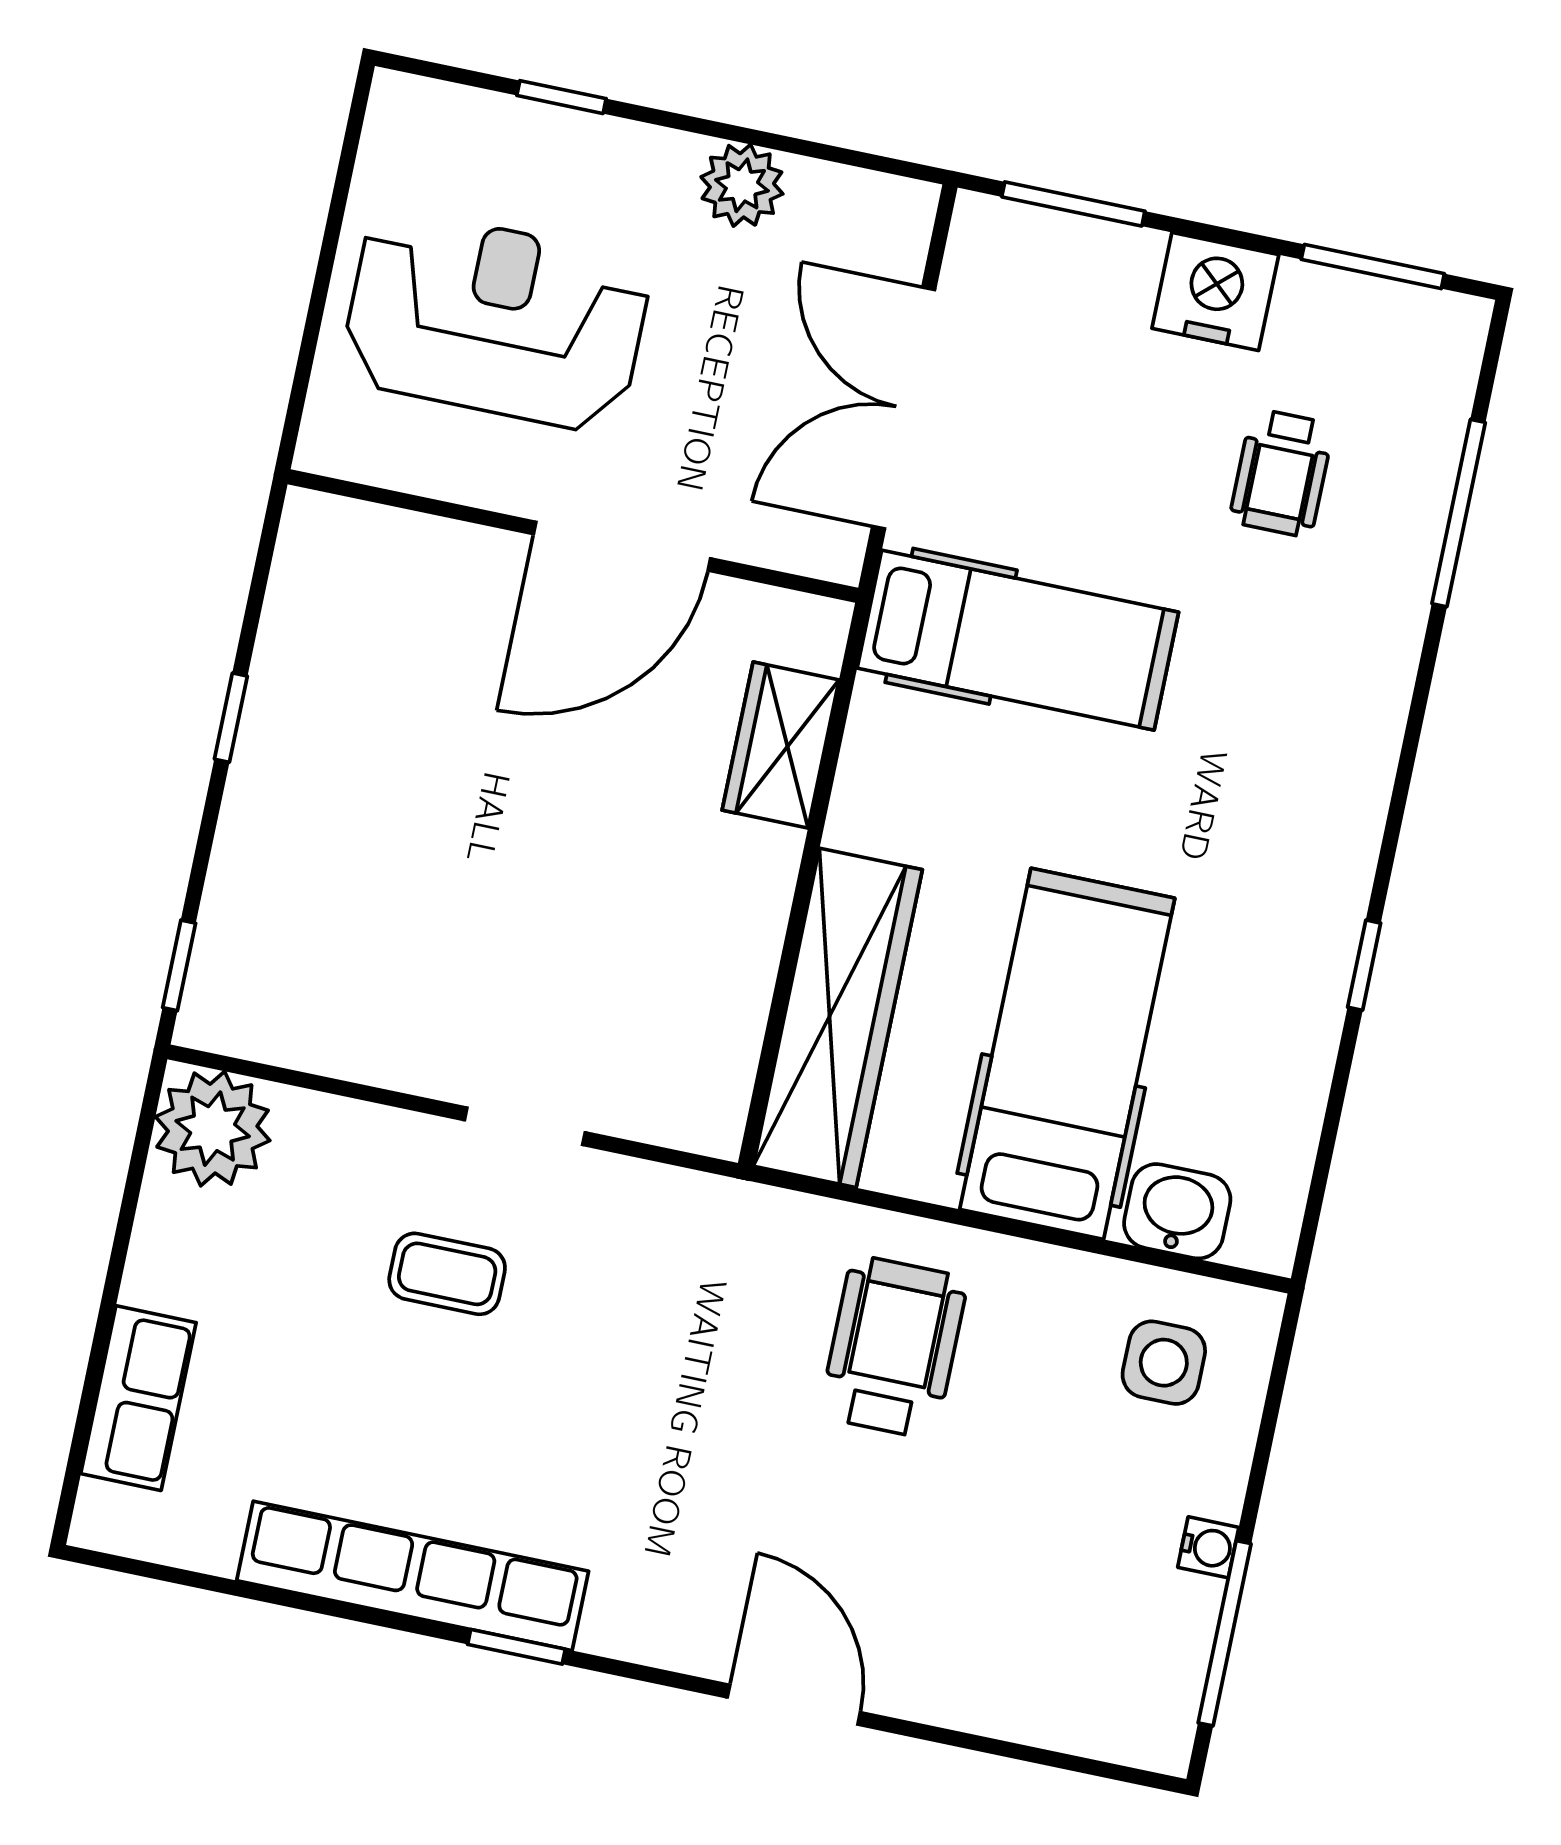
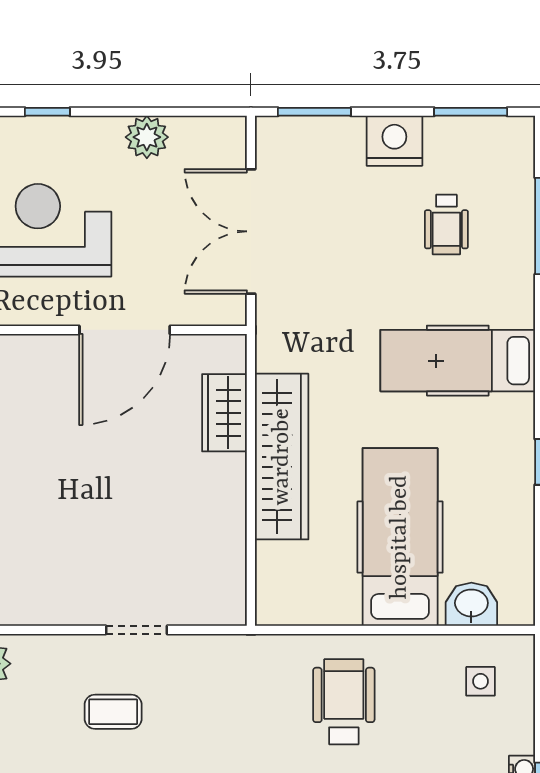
hospital bed: (1018, 640) -> (458, 361), moved, turned 180
wardrobe: (838, 1018) -> (282, 457), moved
side table: (1164, 1363) -> (480, 681), width x0.73, depth x0.73

